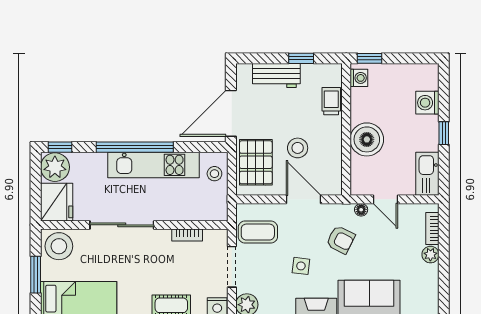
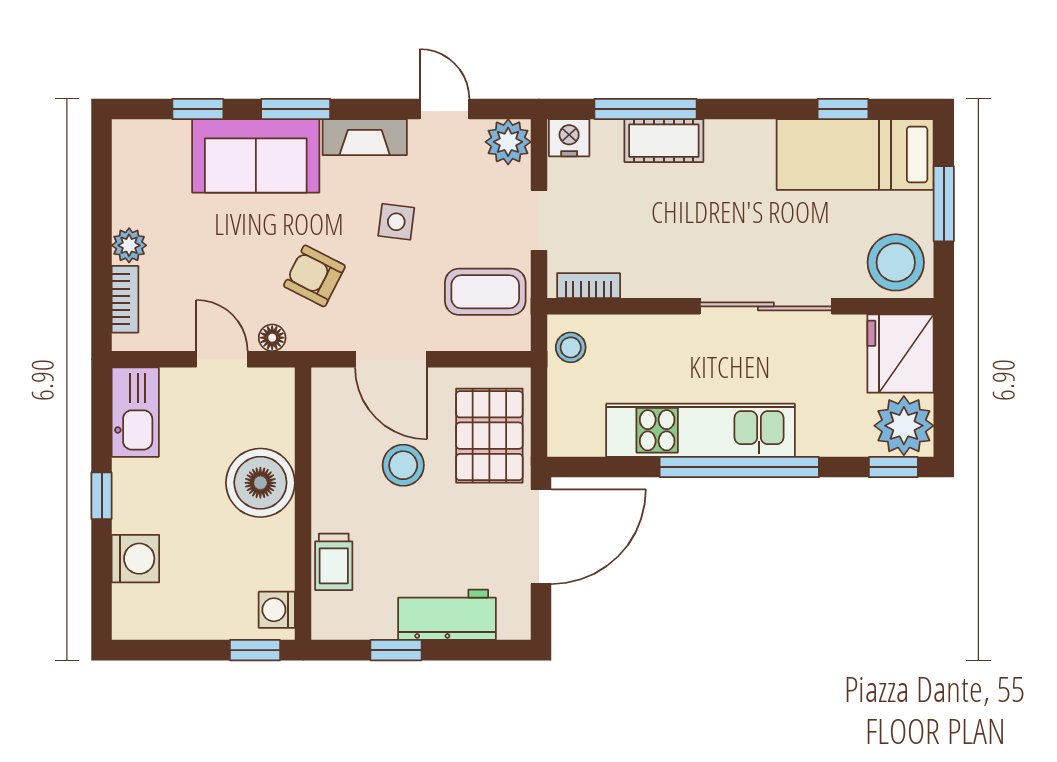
stool: (214, 174) -> (571, 347), moved
bookcase: (187, 235) -> (589, 286), moved
doorway: (232, 267) -> (539, 220), width x0.73

